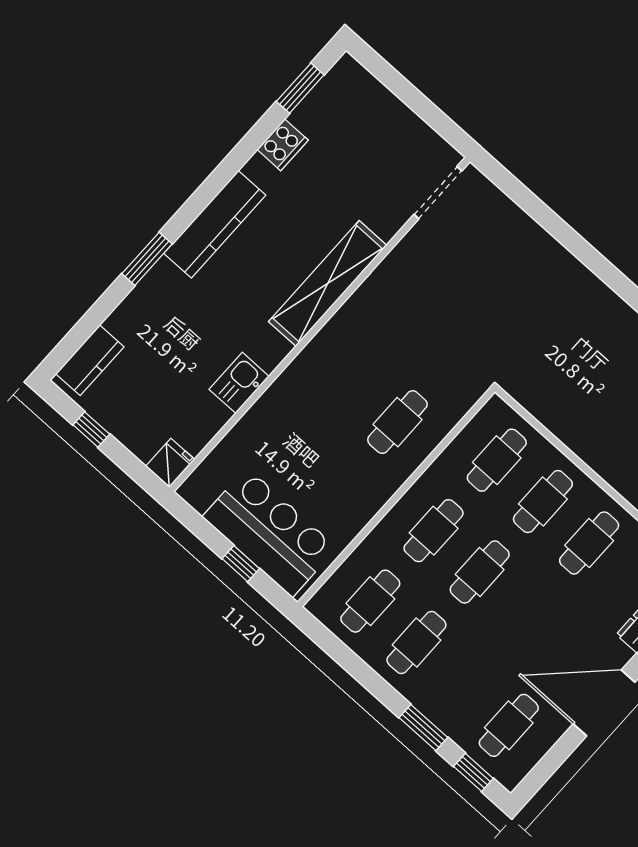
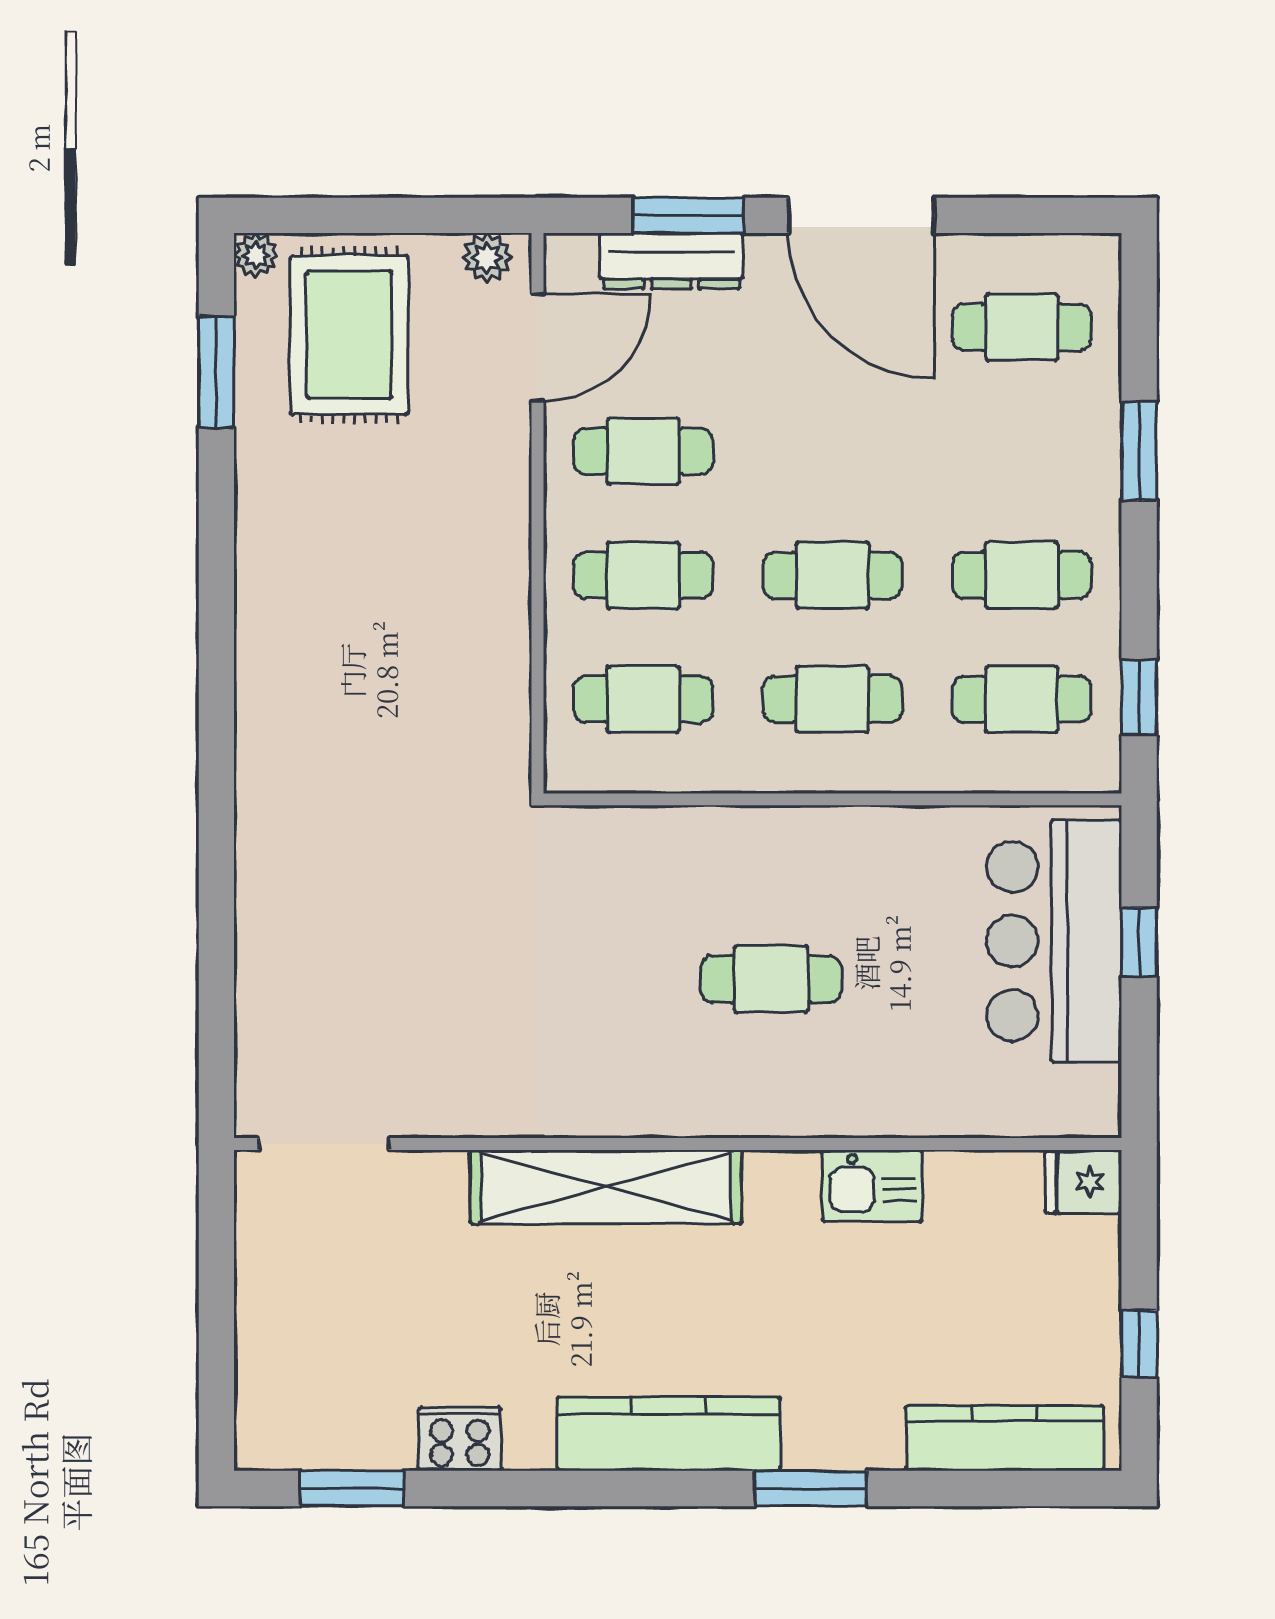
kitchen counter: (90, 360) -> (1005, 1438), width x1.50
cafe table: (397, 422) -> (771, 979), moved
window: (473, 772) -> (1139, 697), moved

